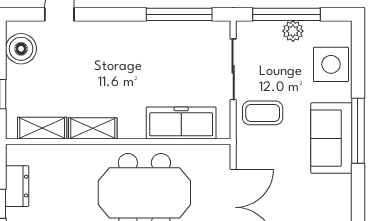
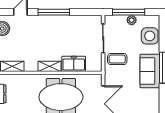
window: (179, 14) -> (54, 12), moved
freezer: (181, 123) -> (74, 64), width x0.71
shelving: (93, 128) -> (49, 66), moved

